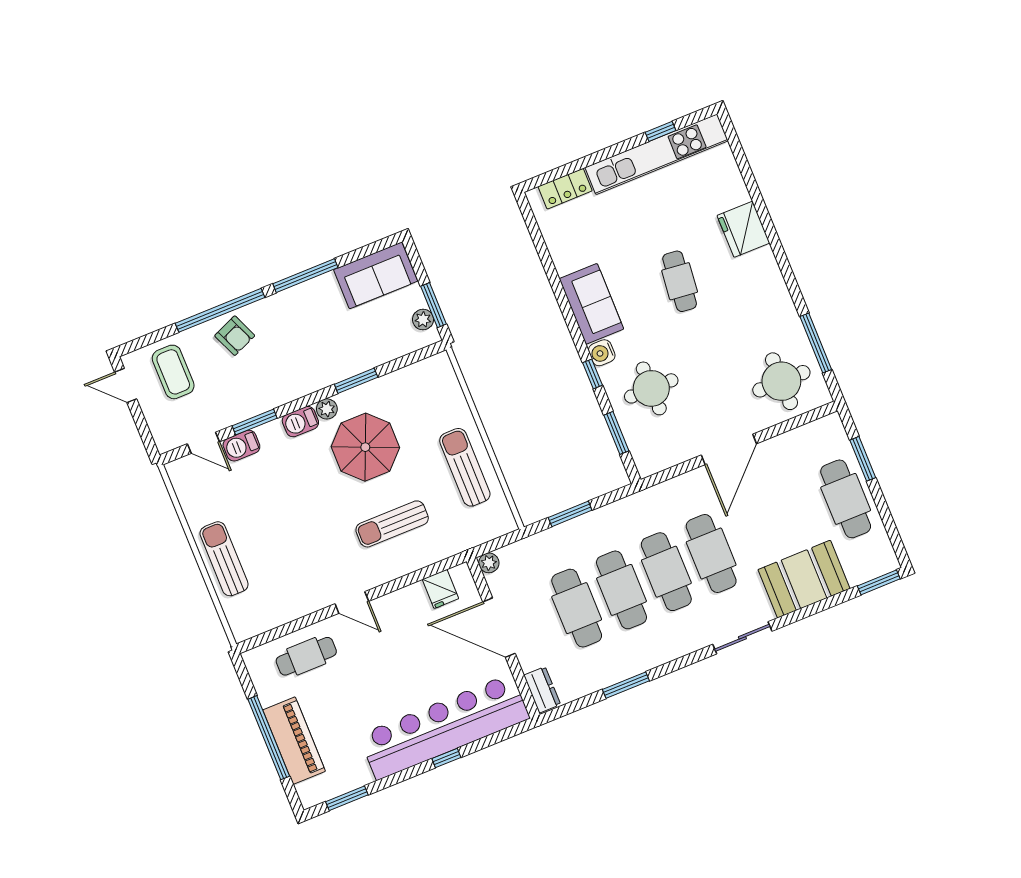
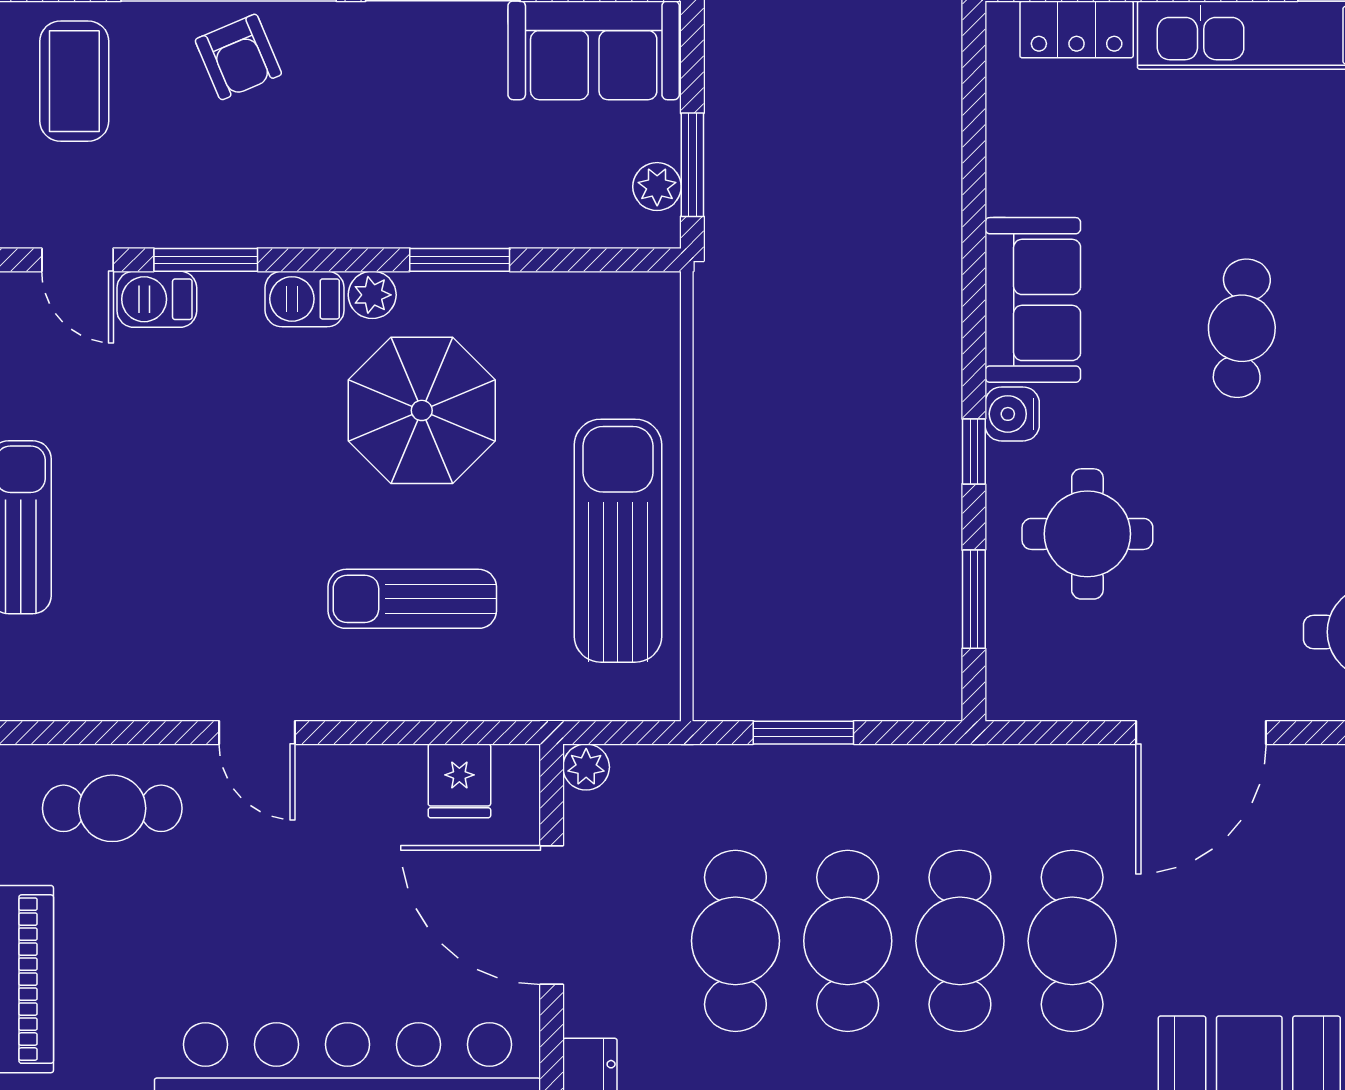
sun lounger: (465, 467) -> (618, 541), width x1.36, depth x1.34

